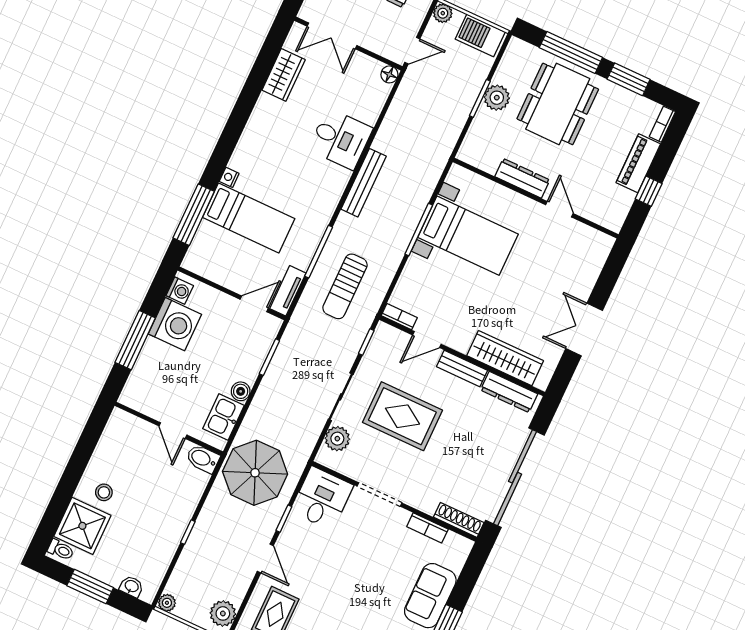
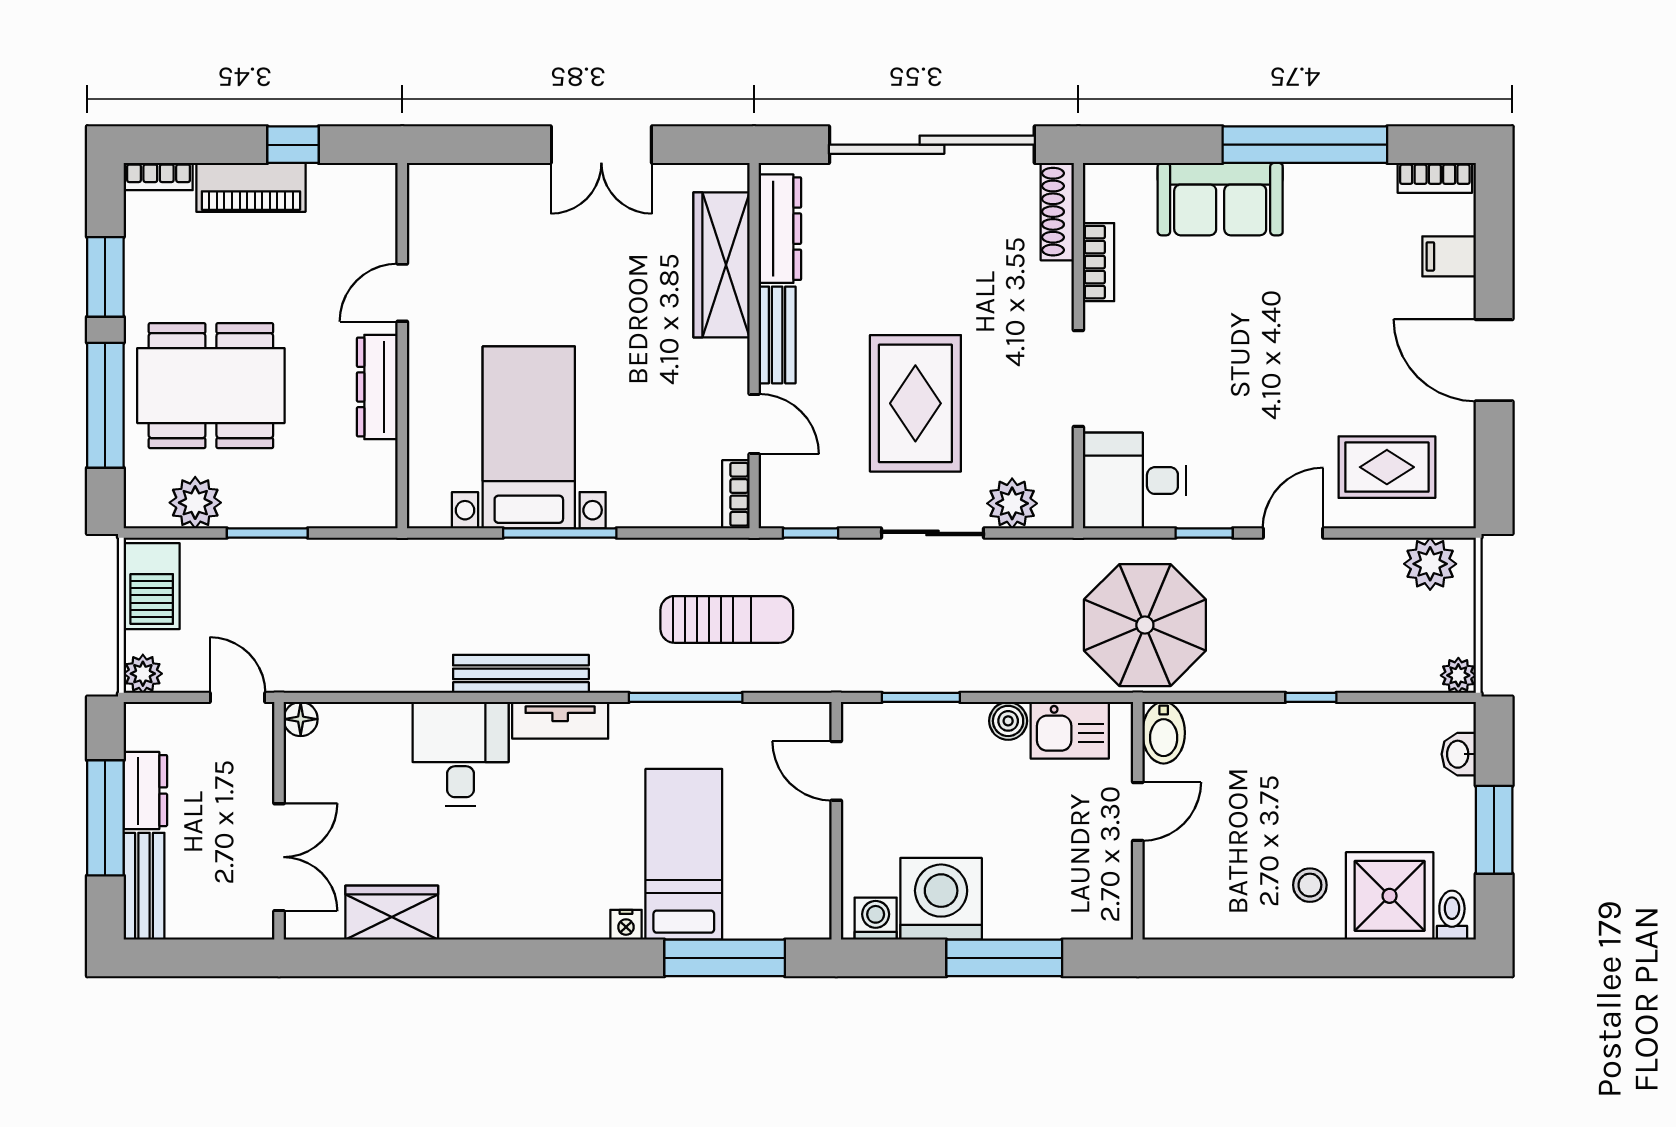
plant: (497, 98) -> (195, 503), moved
tv unit: (288, 291) -> (560, 720), moved

